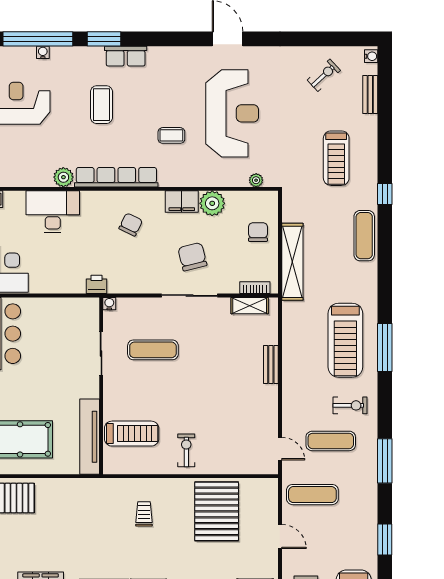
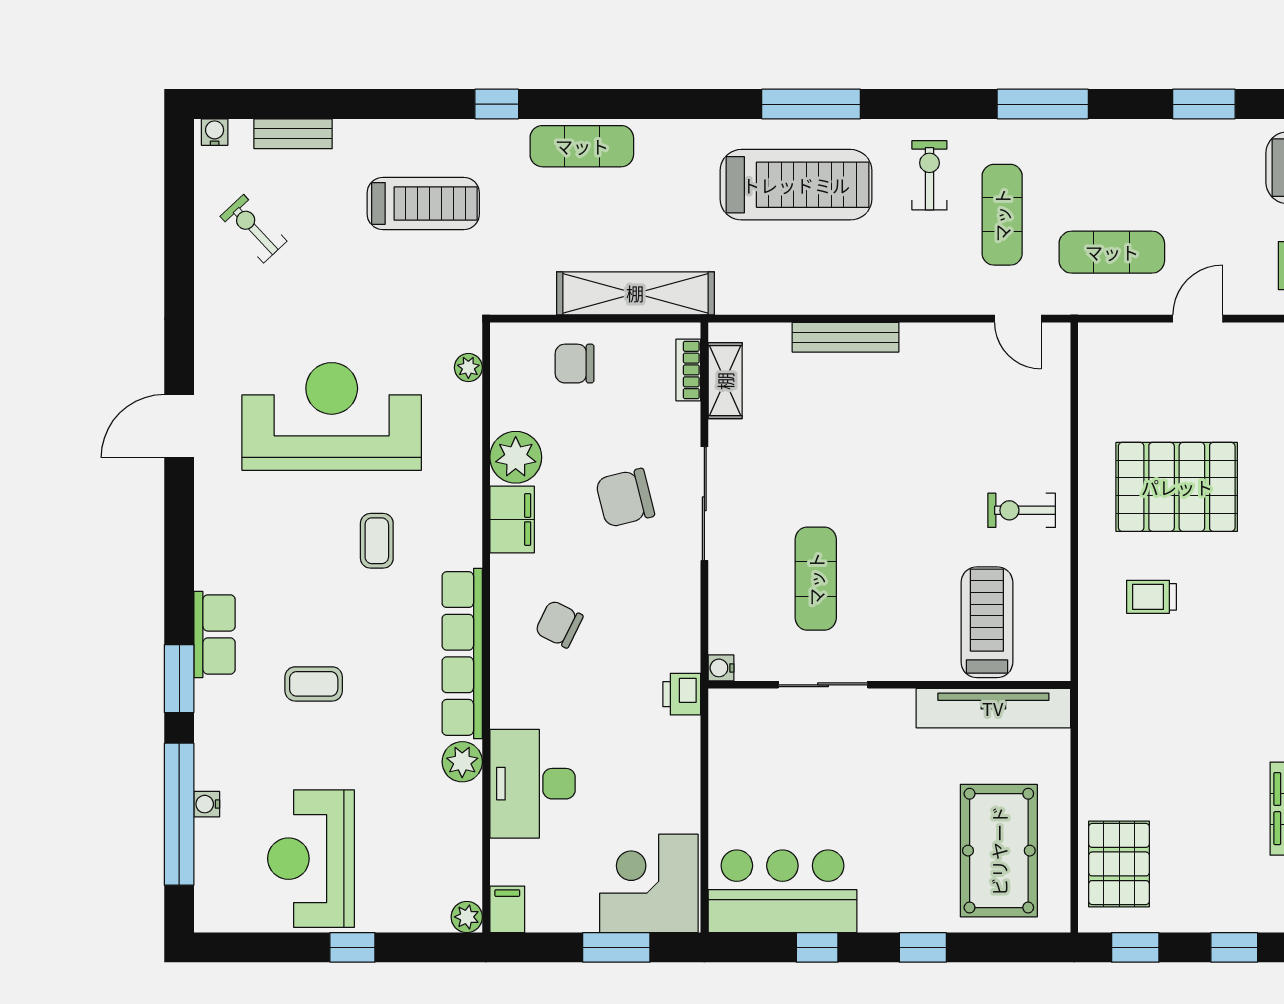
coffee table: (101, 105) -> (314, 684), width x0.73, depth x0.77
bench: (271, 364) -> (845, 337), width x1.36
door: (280, 449) -> (1018, 319), swing flipped
exercise mat: (312, 495) -> (1112, 252), turned 90
pallet: (217, 511) -> (1177, 487), moved

